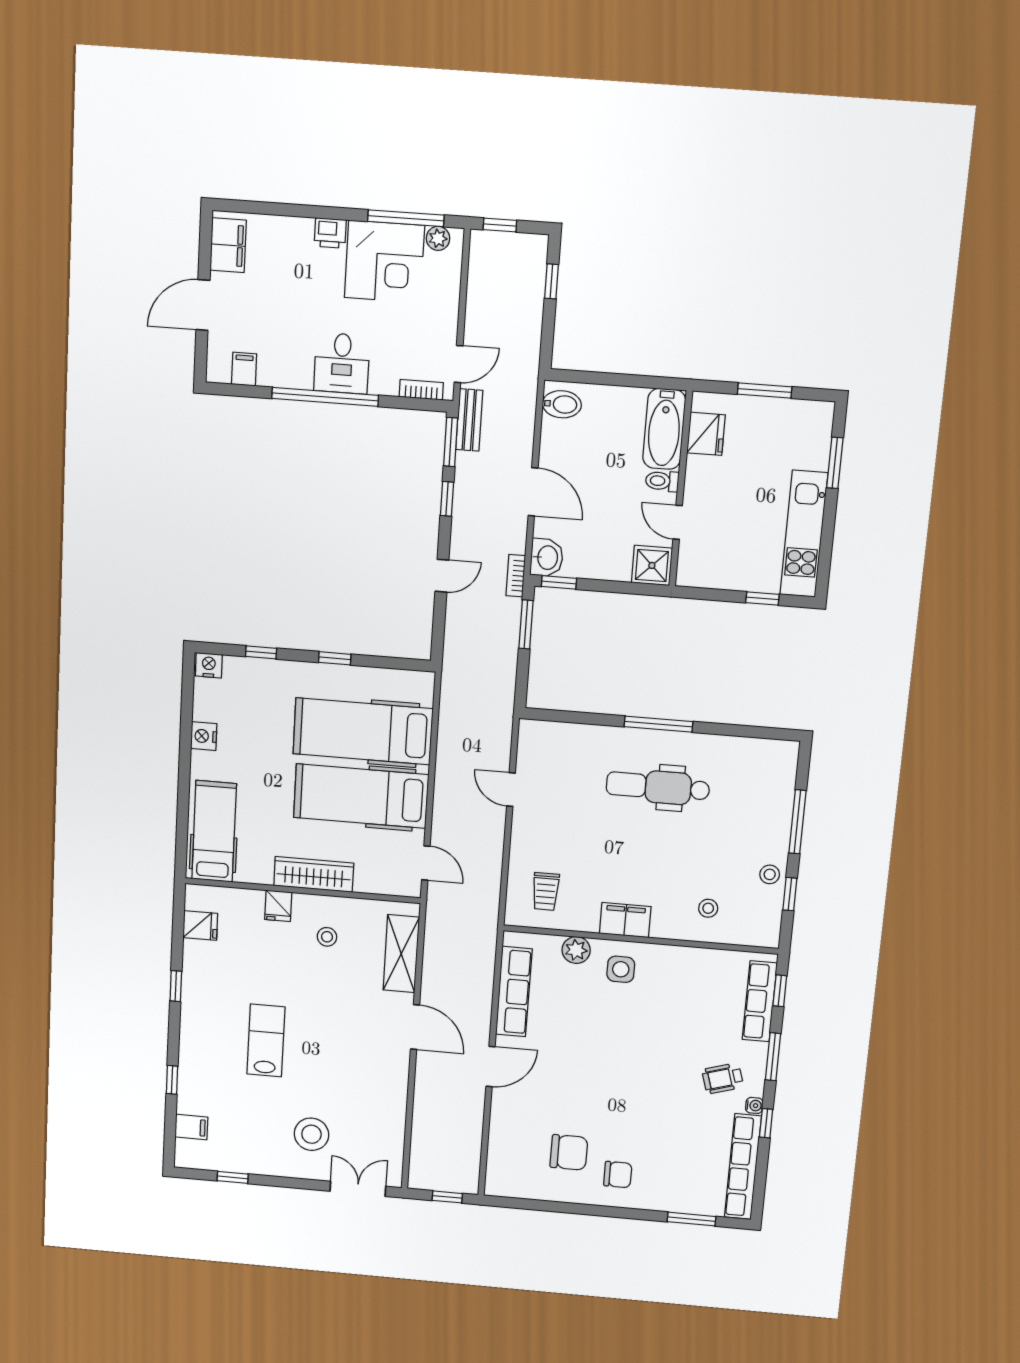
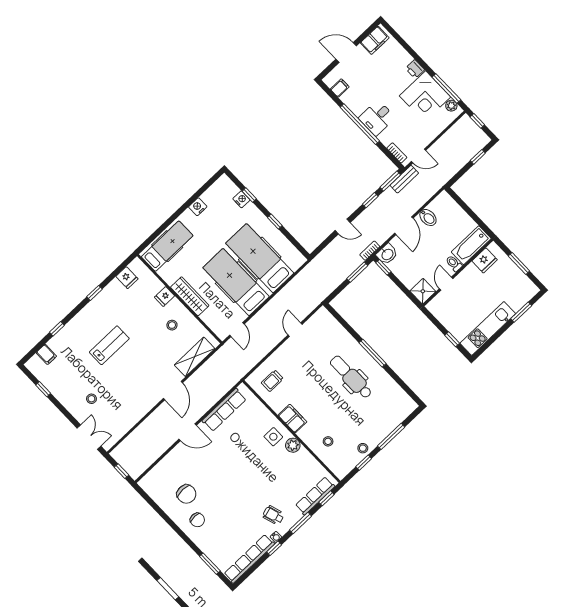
bidet: (562, 404) -> (428, 217), moved
nightstand: (209, 665) -> (241, 199), moved
plant: (576, 950) -> (293, 445), moved
stool: (311, 1134) -> (91, 399), width x0.53, depth x0.53

